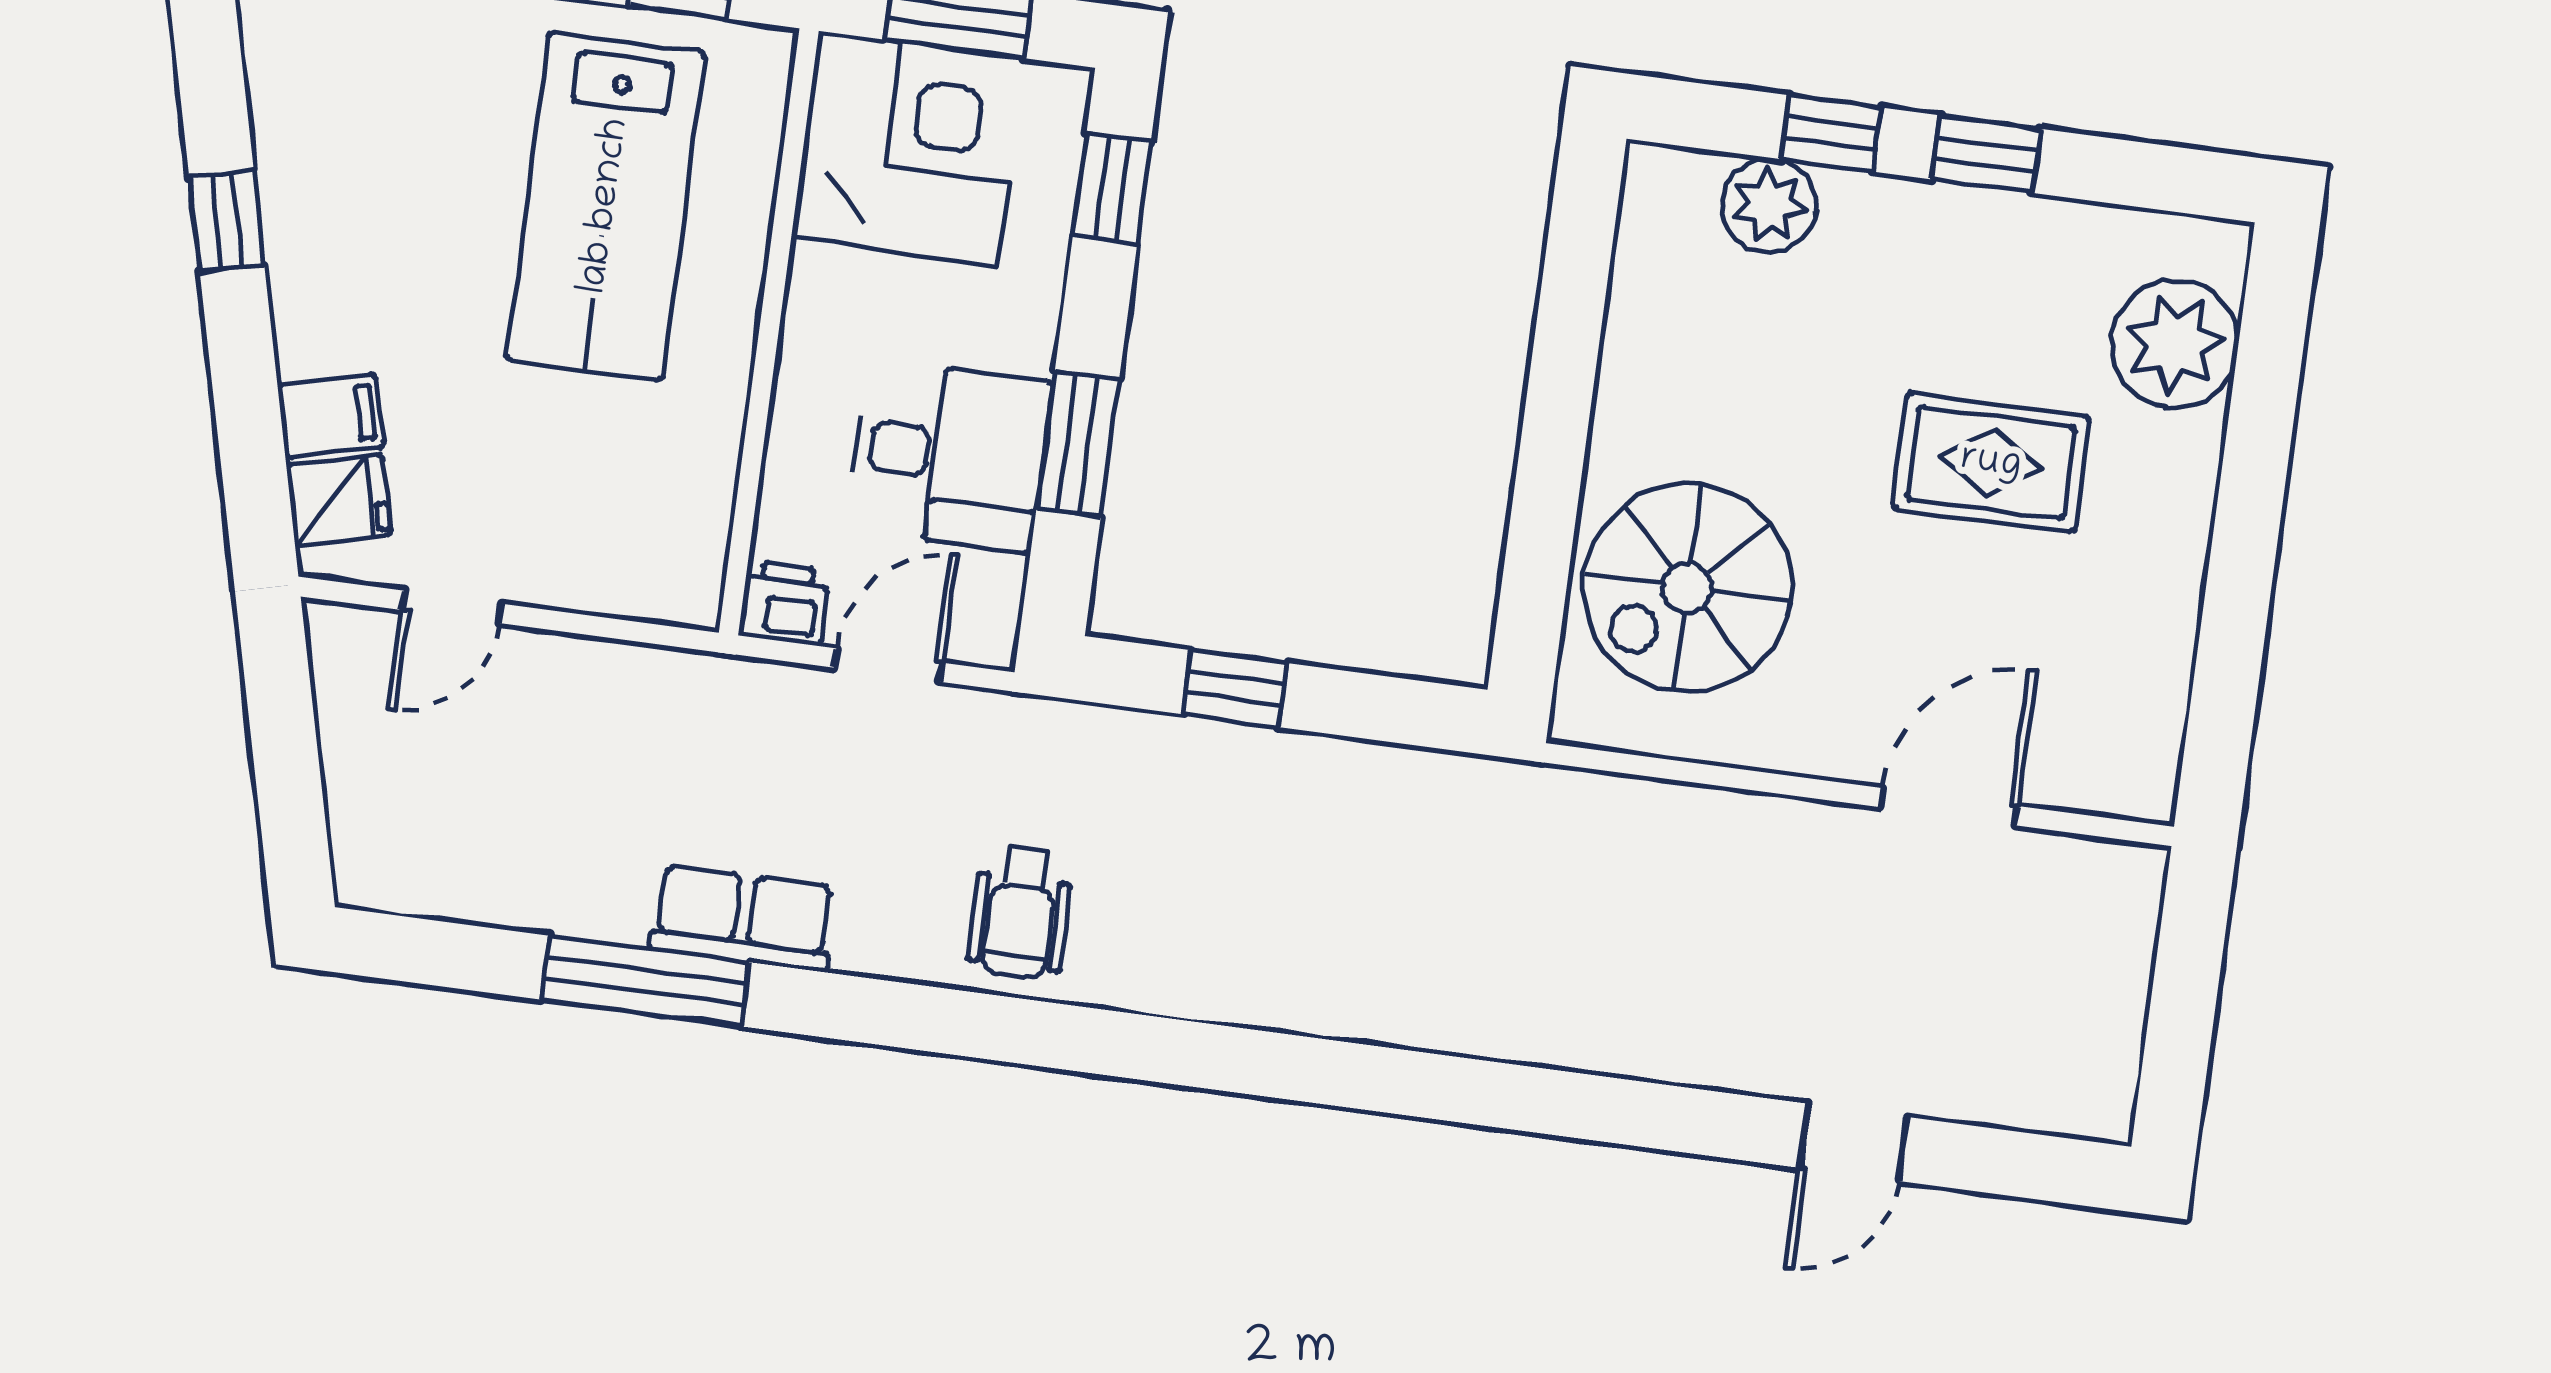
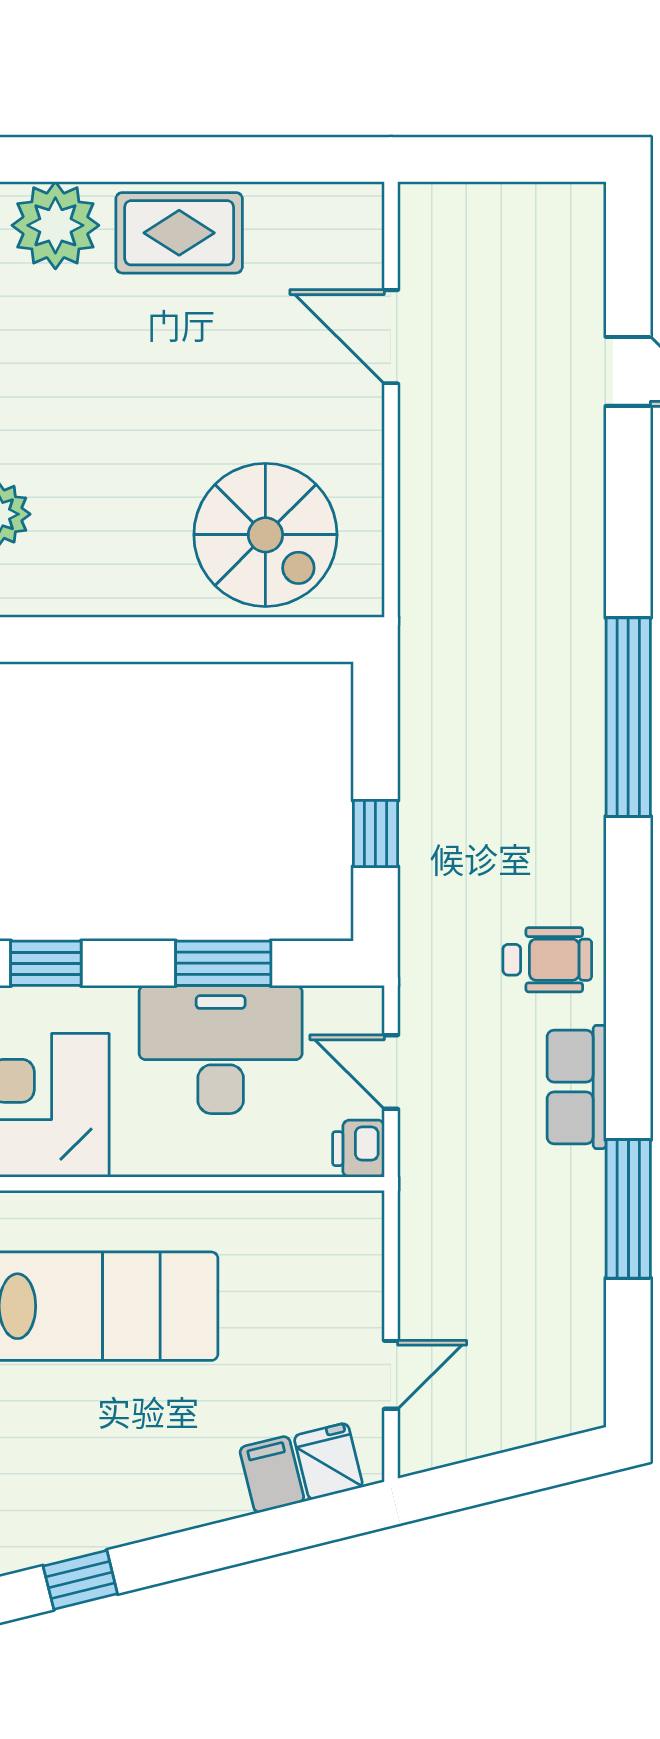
window: (227, 221) -> (80, 1580), moved
desk: (950, 456) -> (221, 1049), width x1.37
rug: (1991, 463) -> (179, 233), moved, turned 90
door: (452, 607) -> (391, 1375), hinge flipped
row of seats: (743, 918) -> (577, 1087), moved
window: (1355, 1076) -> (628, 717), added

